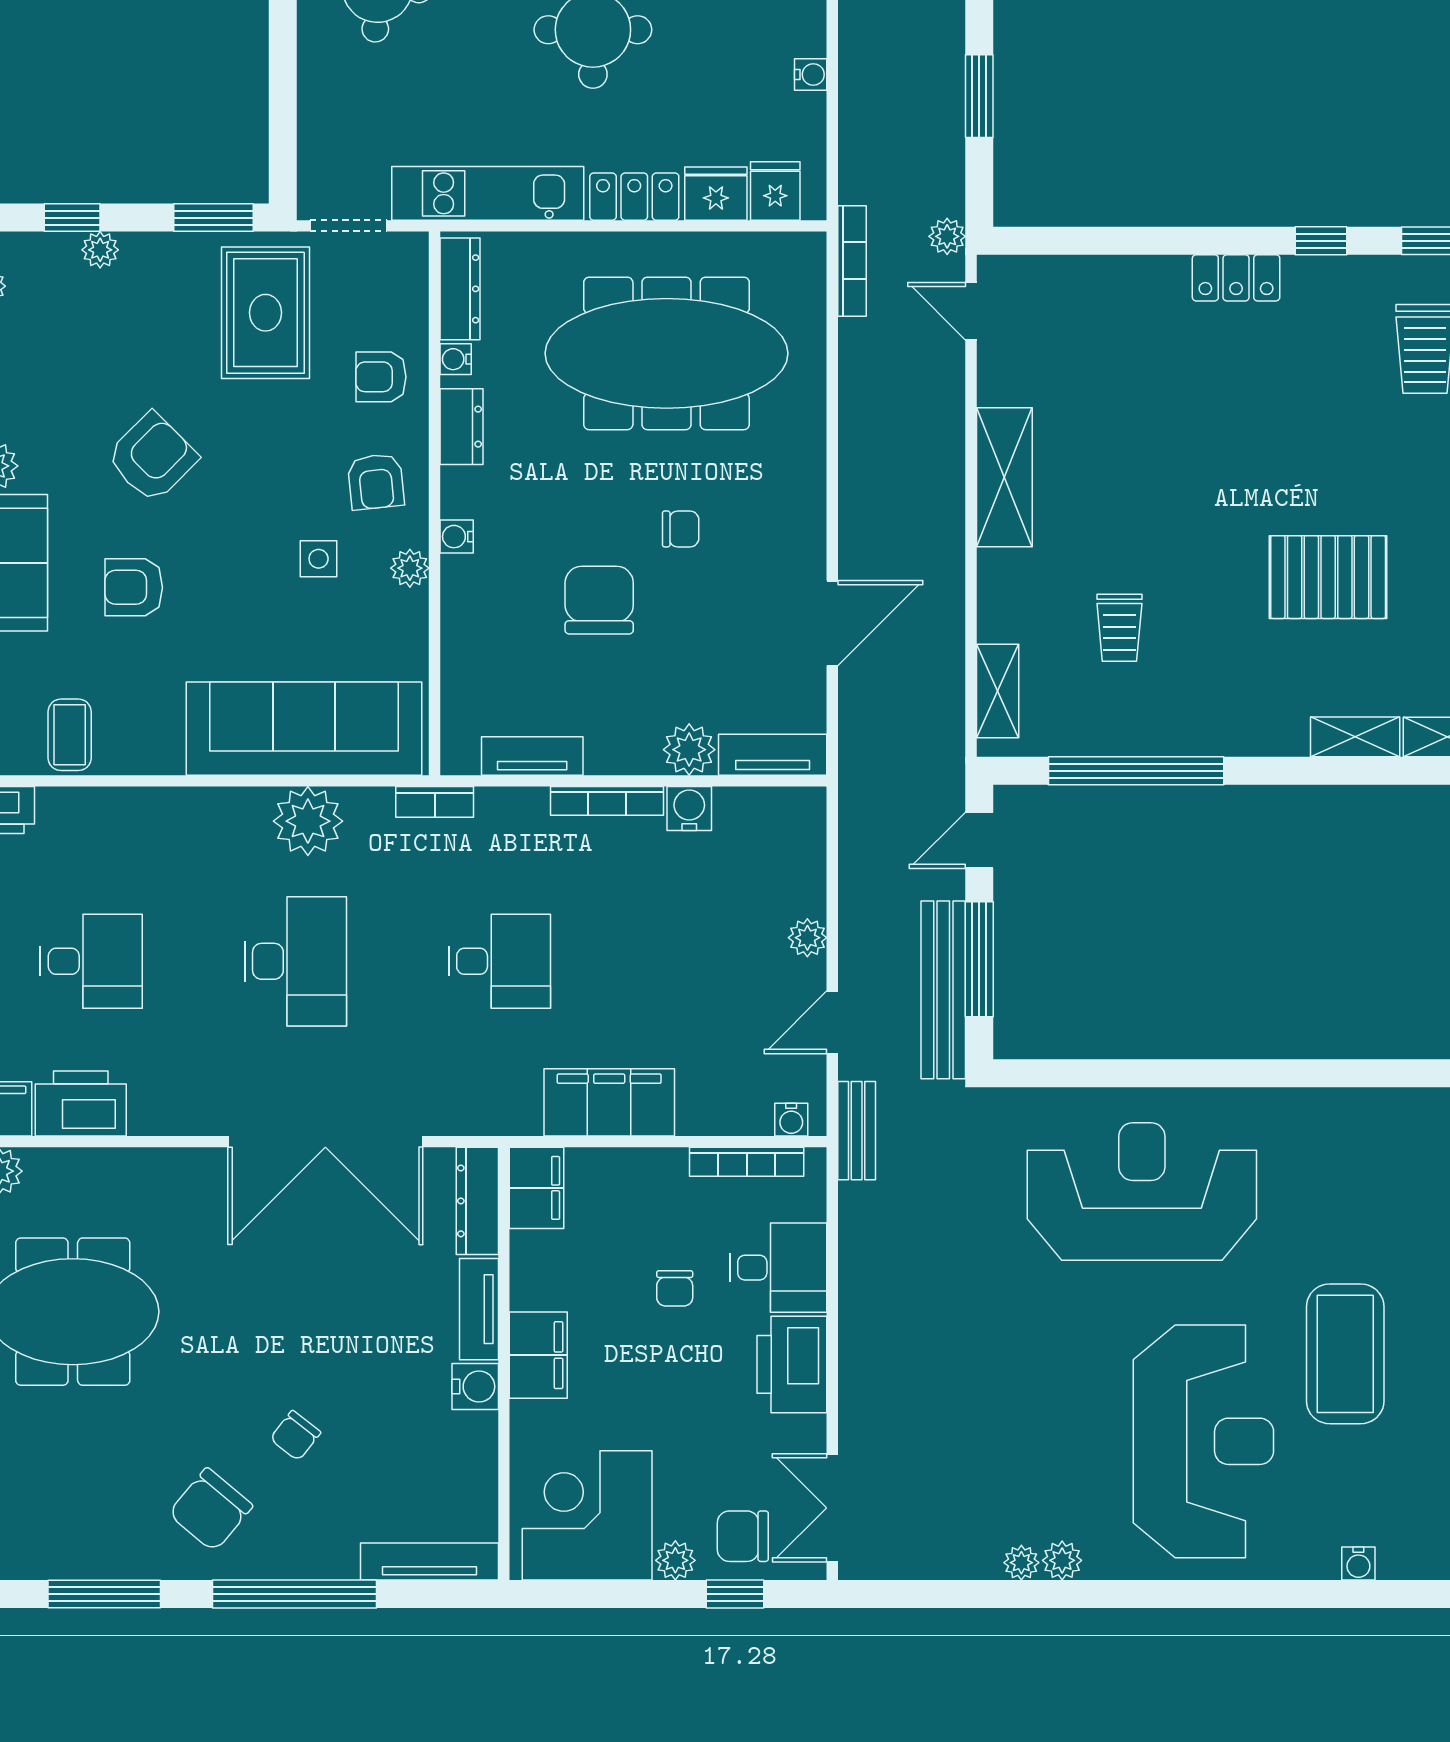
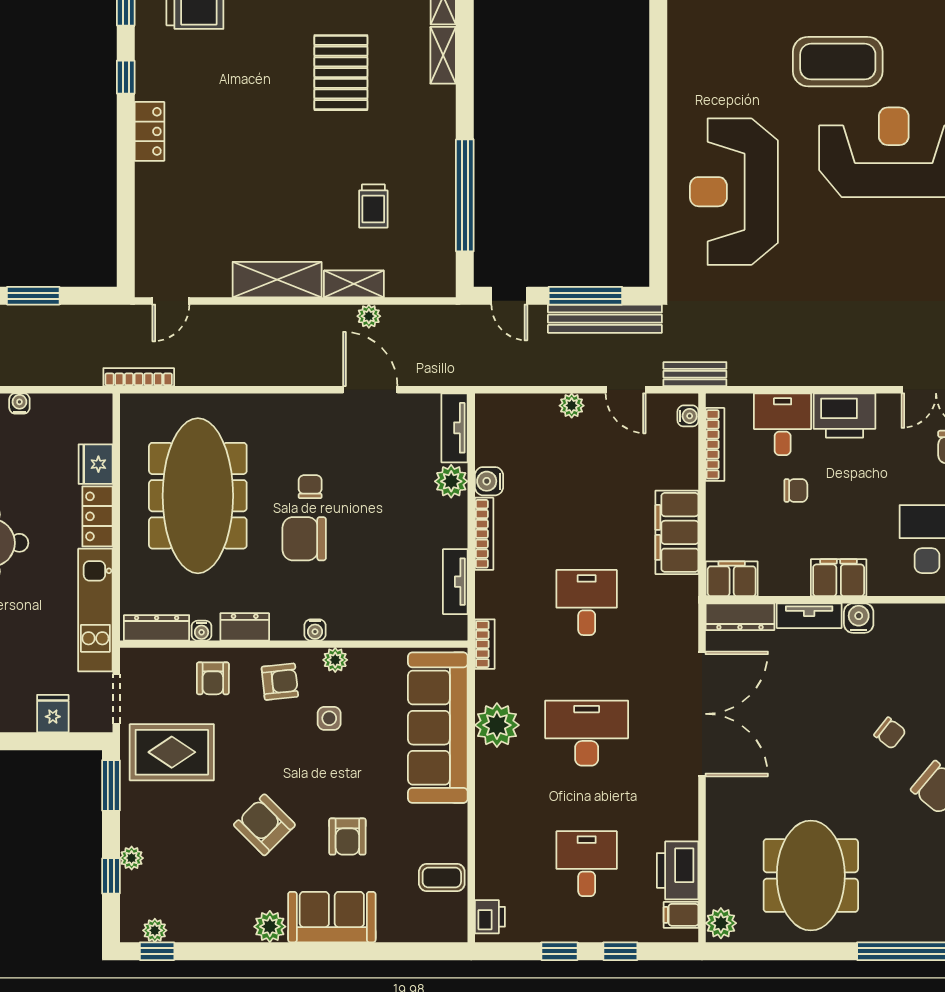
fridge: (775, 191) -> (53, 714), moved, turned 90
plant: (947, 236) -> (369, 316), moved
chair: (599, 600) -> (304, 539), moved
trolley: (1119, 628) -> (373, 206), turned 90
shelving: (998, 691) -> (354, 284), moved

